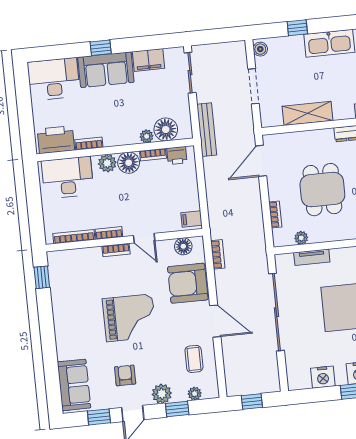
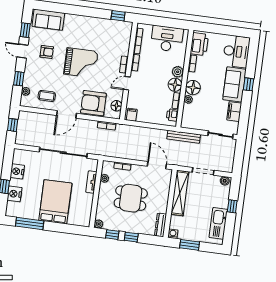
shelving: (308, 113) -> (180, 193), width x1.47
floor lamp: (166, 129) -> (193, 88), moved
desk: (67, 177) -> (167, 39), moved, turned -90
armchair: (188, 283) -> (93, 103), turned -90
grand piano: (129, 318) -> (81, 63), turned -90
plant: (162, 394) -> (30, 71), removed

